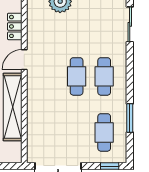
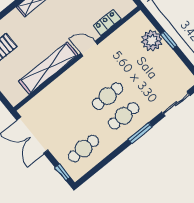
window: (130, 118) -> (140, 133), moved

